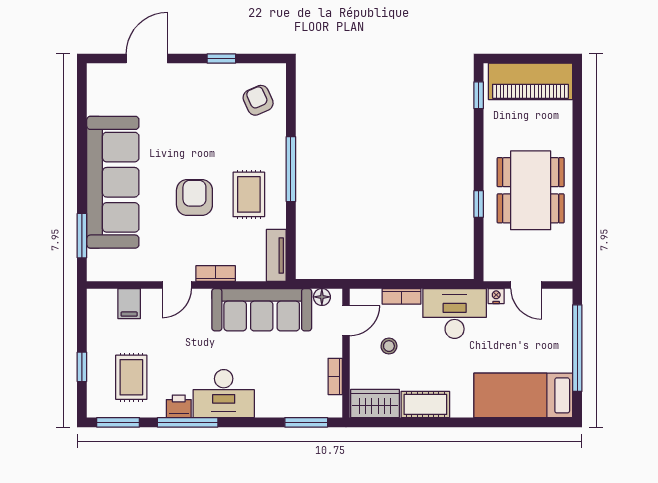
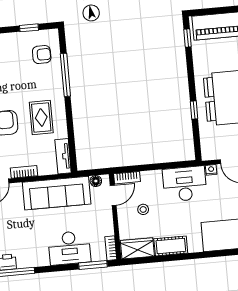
window: (221, 58) -> (29, 28), moved
armchair: (258, 100) -> (42, 55), turned 114
window: (291, 169) -> (65, 75), moved
bookcase: (401, 296) -> (127, 178), moved
bookcase: (335, 376) -> (111, 248), moved
desk: (224, 394) -> (69, 248), moved

